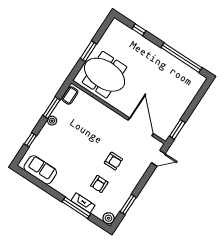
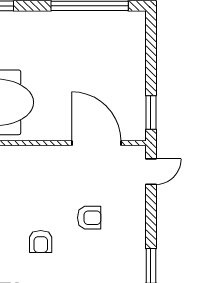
armchair: (99, 184) -> (41, 241), moved

